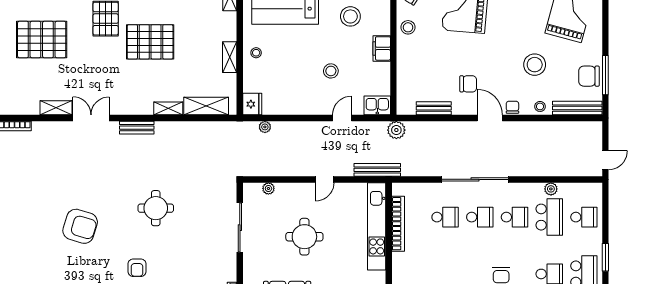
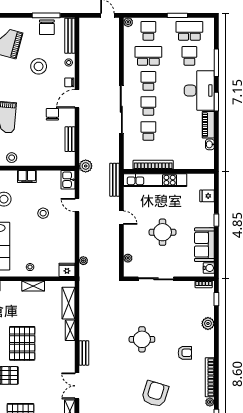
plant: (551, 189) -> (128, 22), moved

